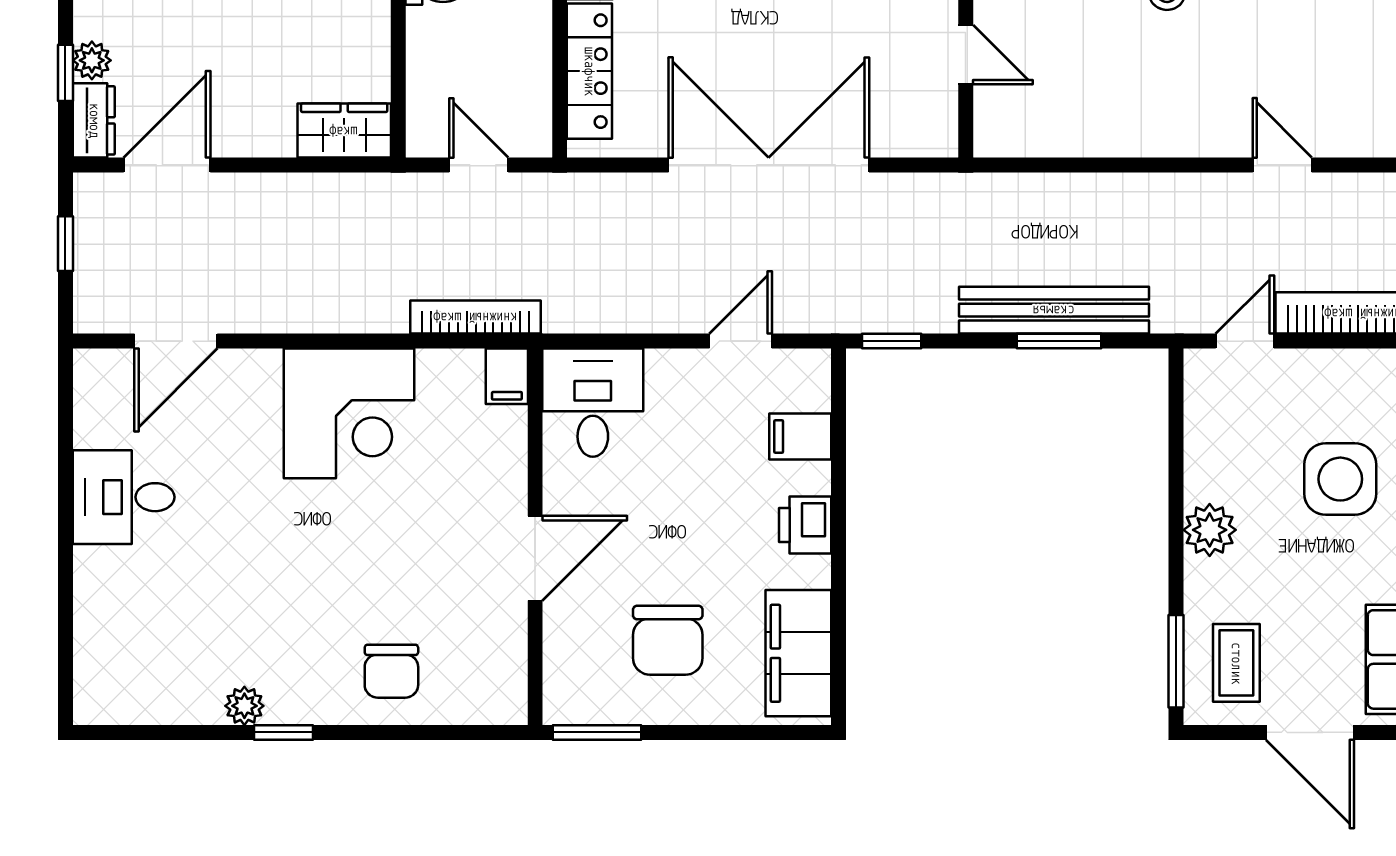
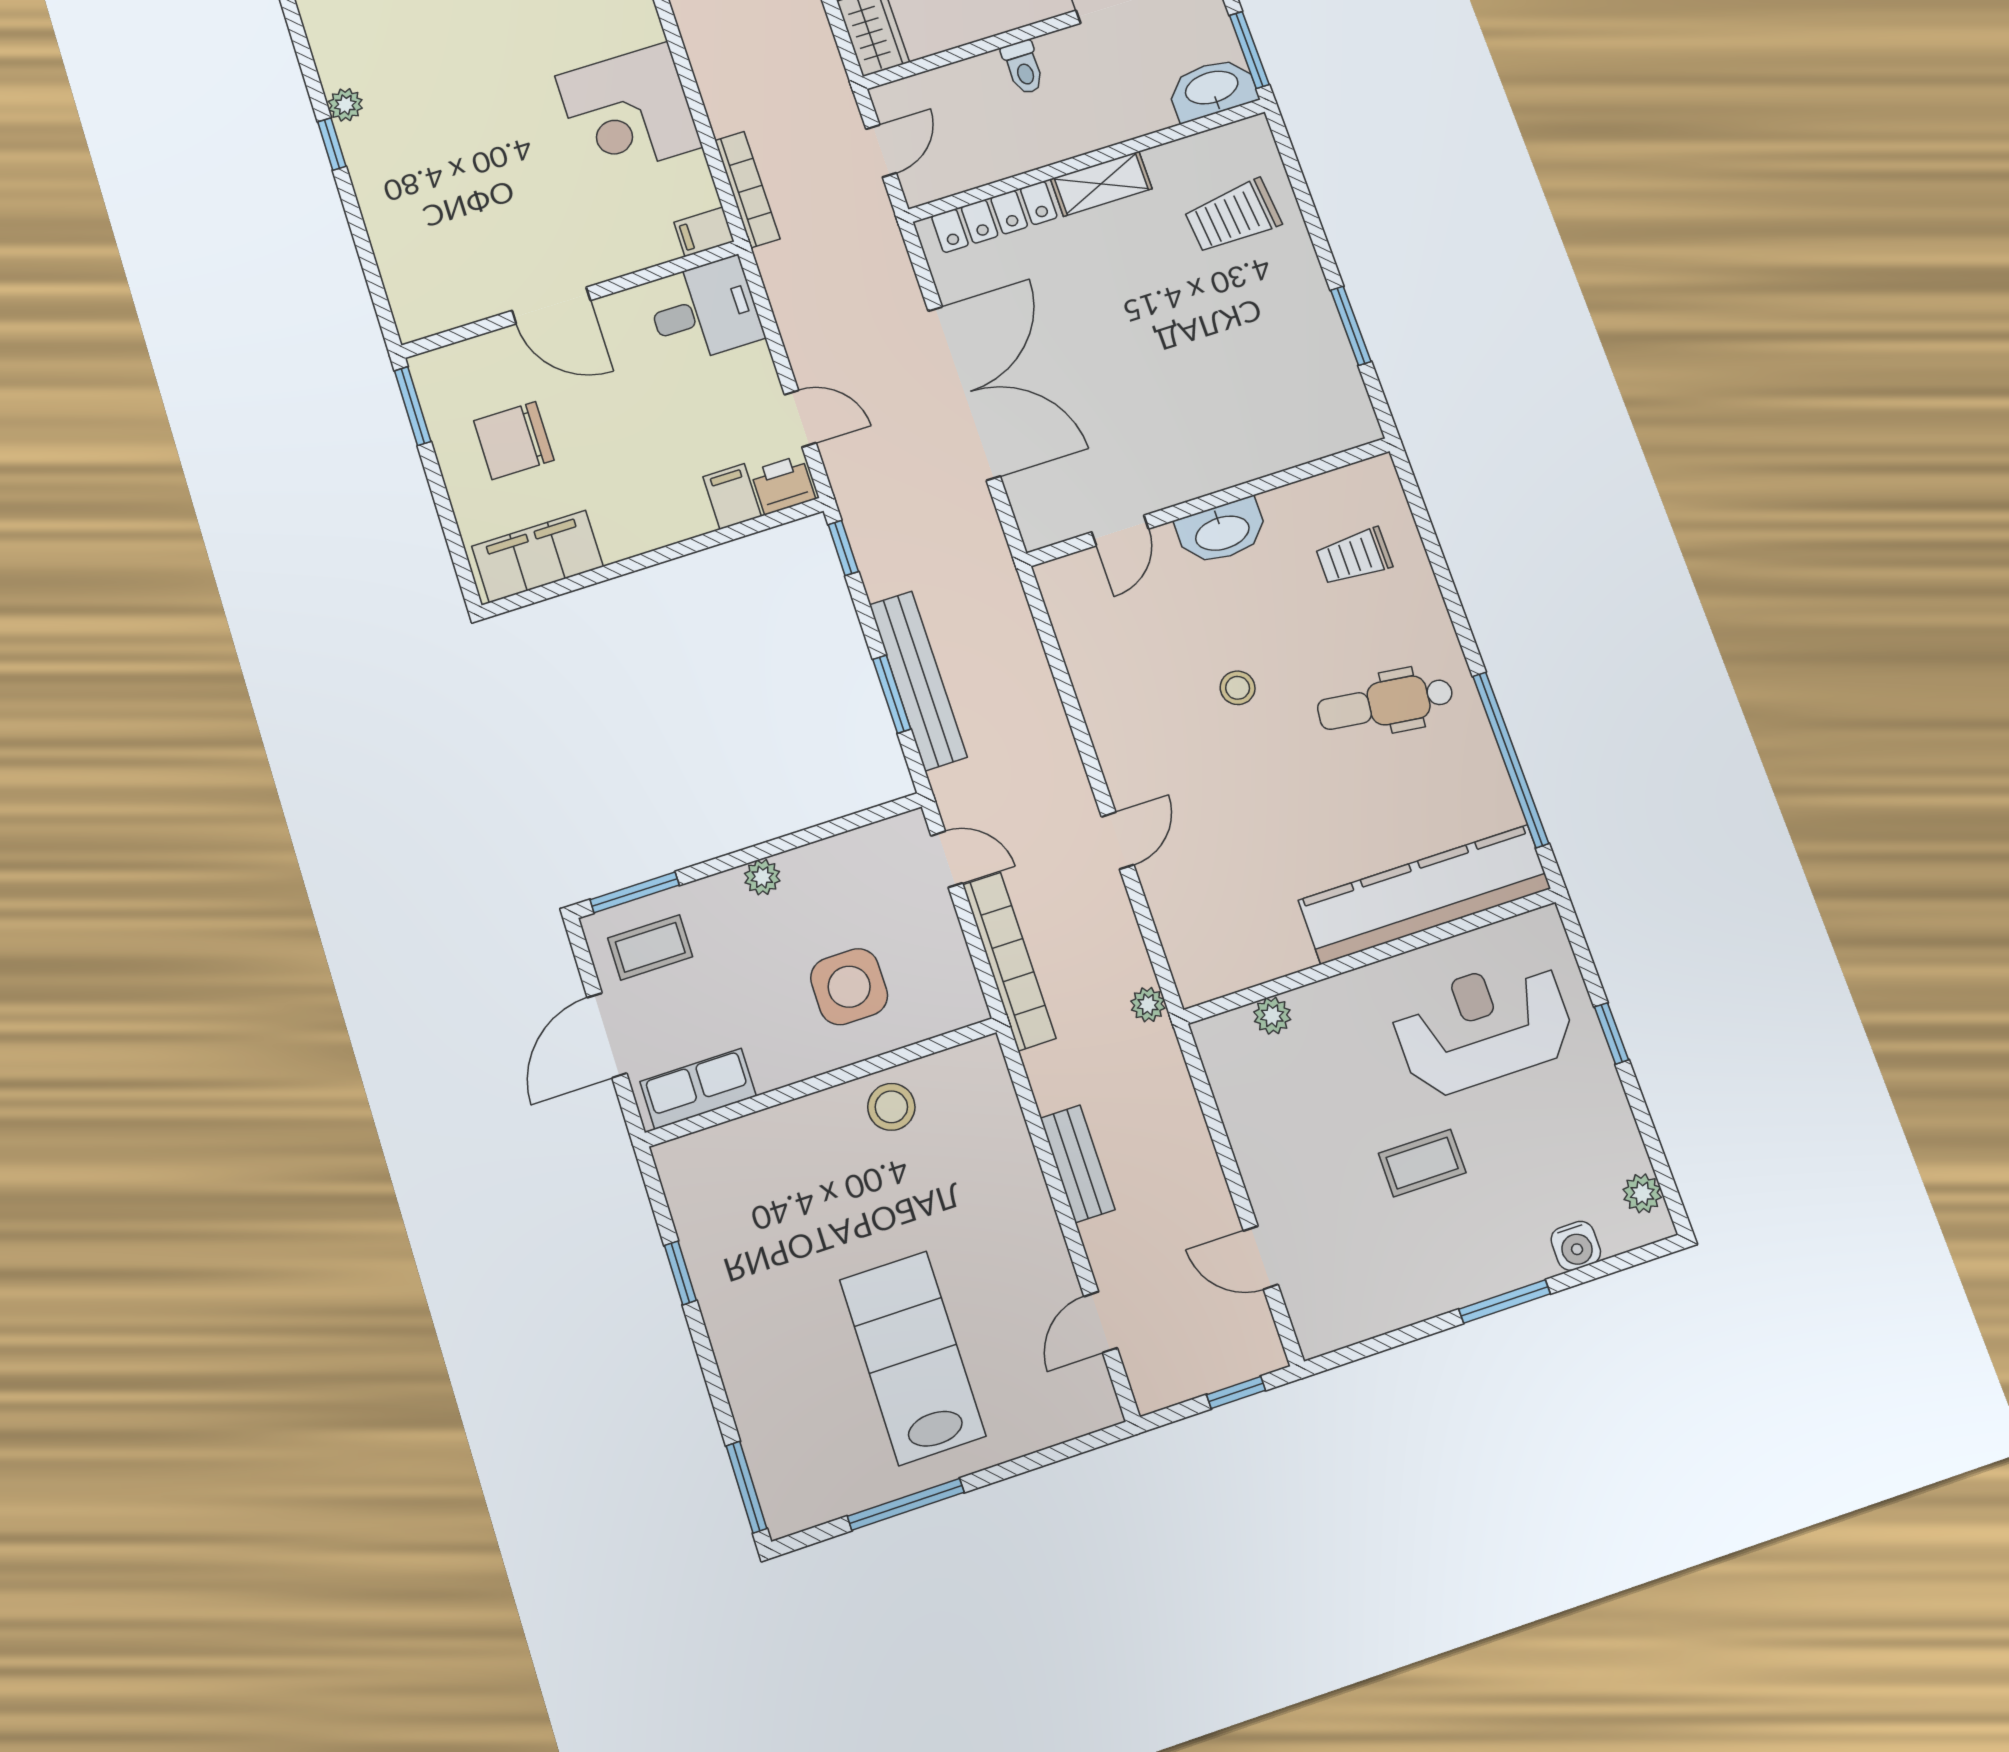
printer: (805, 525) -> (783, 485), moved
plant: (1210, 530) -> (762, 877), width x0.73, depth x0.73
chair: (391, 671) -> (413, 217), removed

